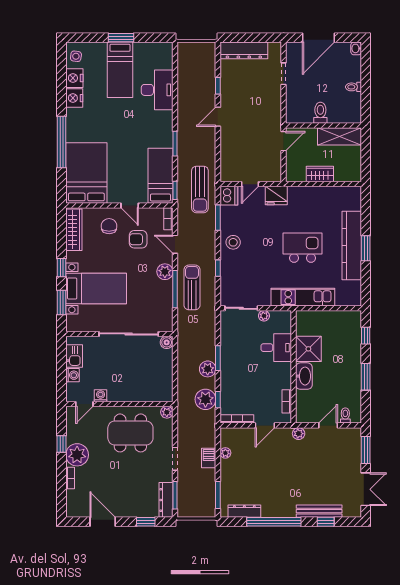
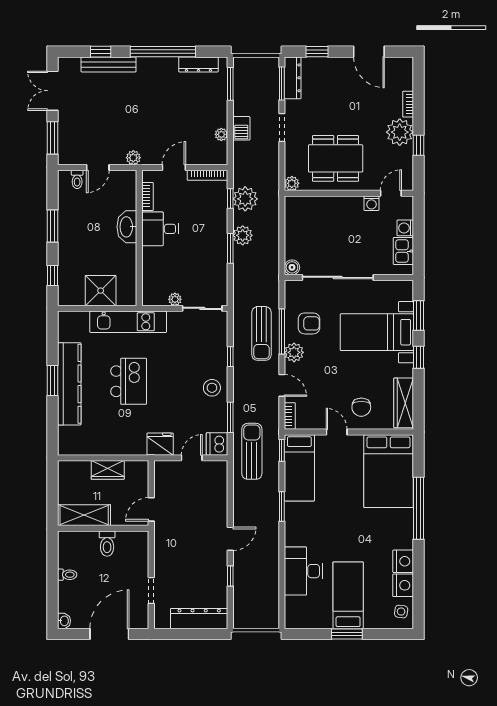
armchair: (138, 239) -> (309, 323), moved
kitchen island: (302, 248) -> (129, 381), turned -90
desk: (276, 348) -> (160, 229), moved
shower: (308, 349) -> (101, 291), moved

